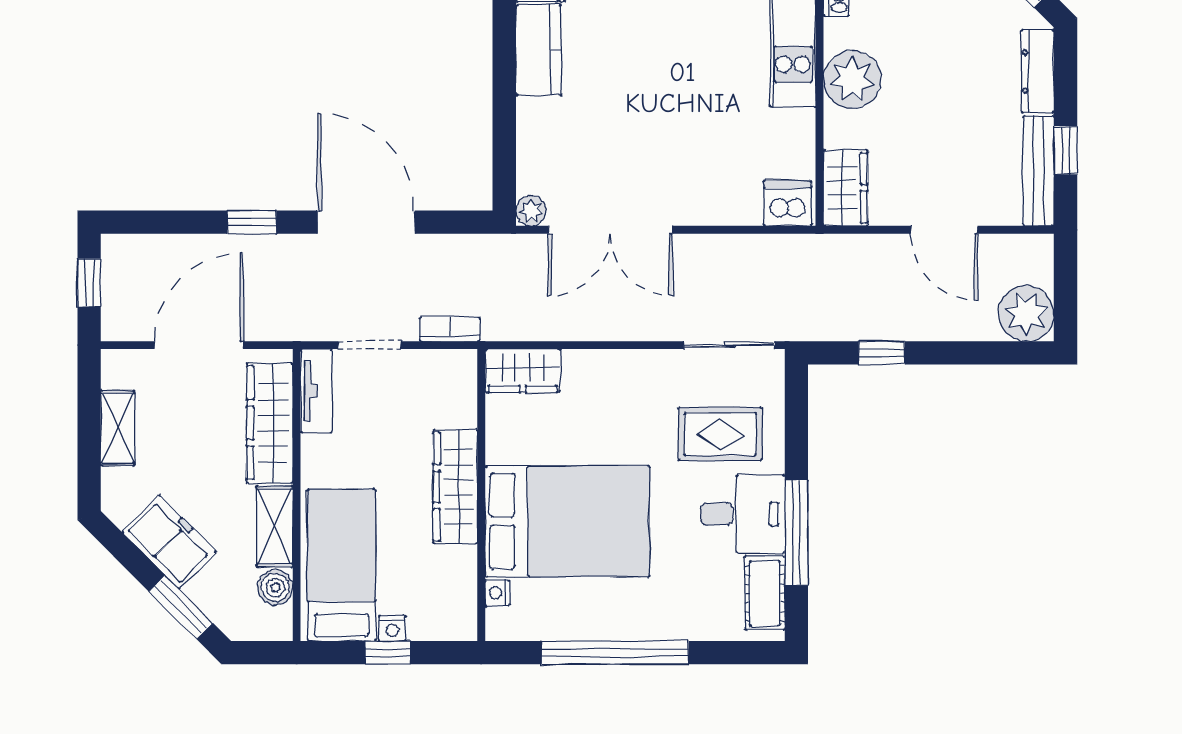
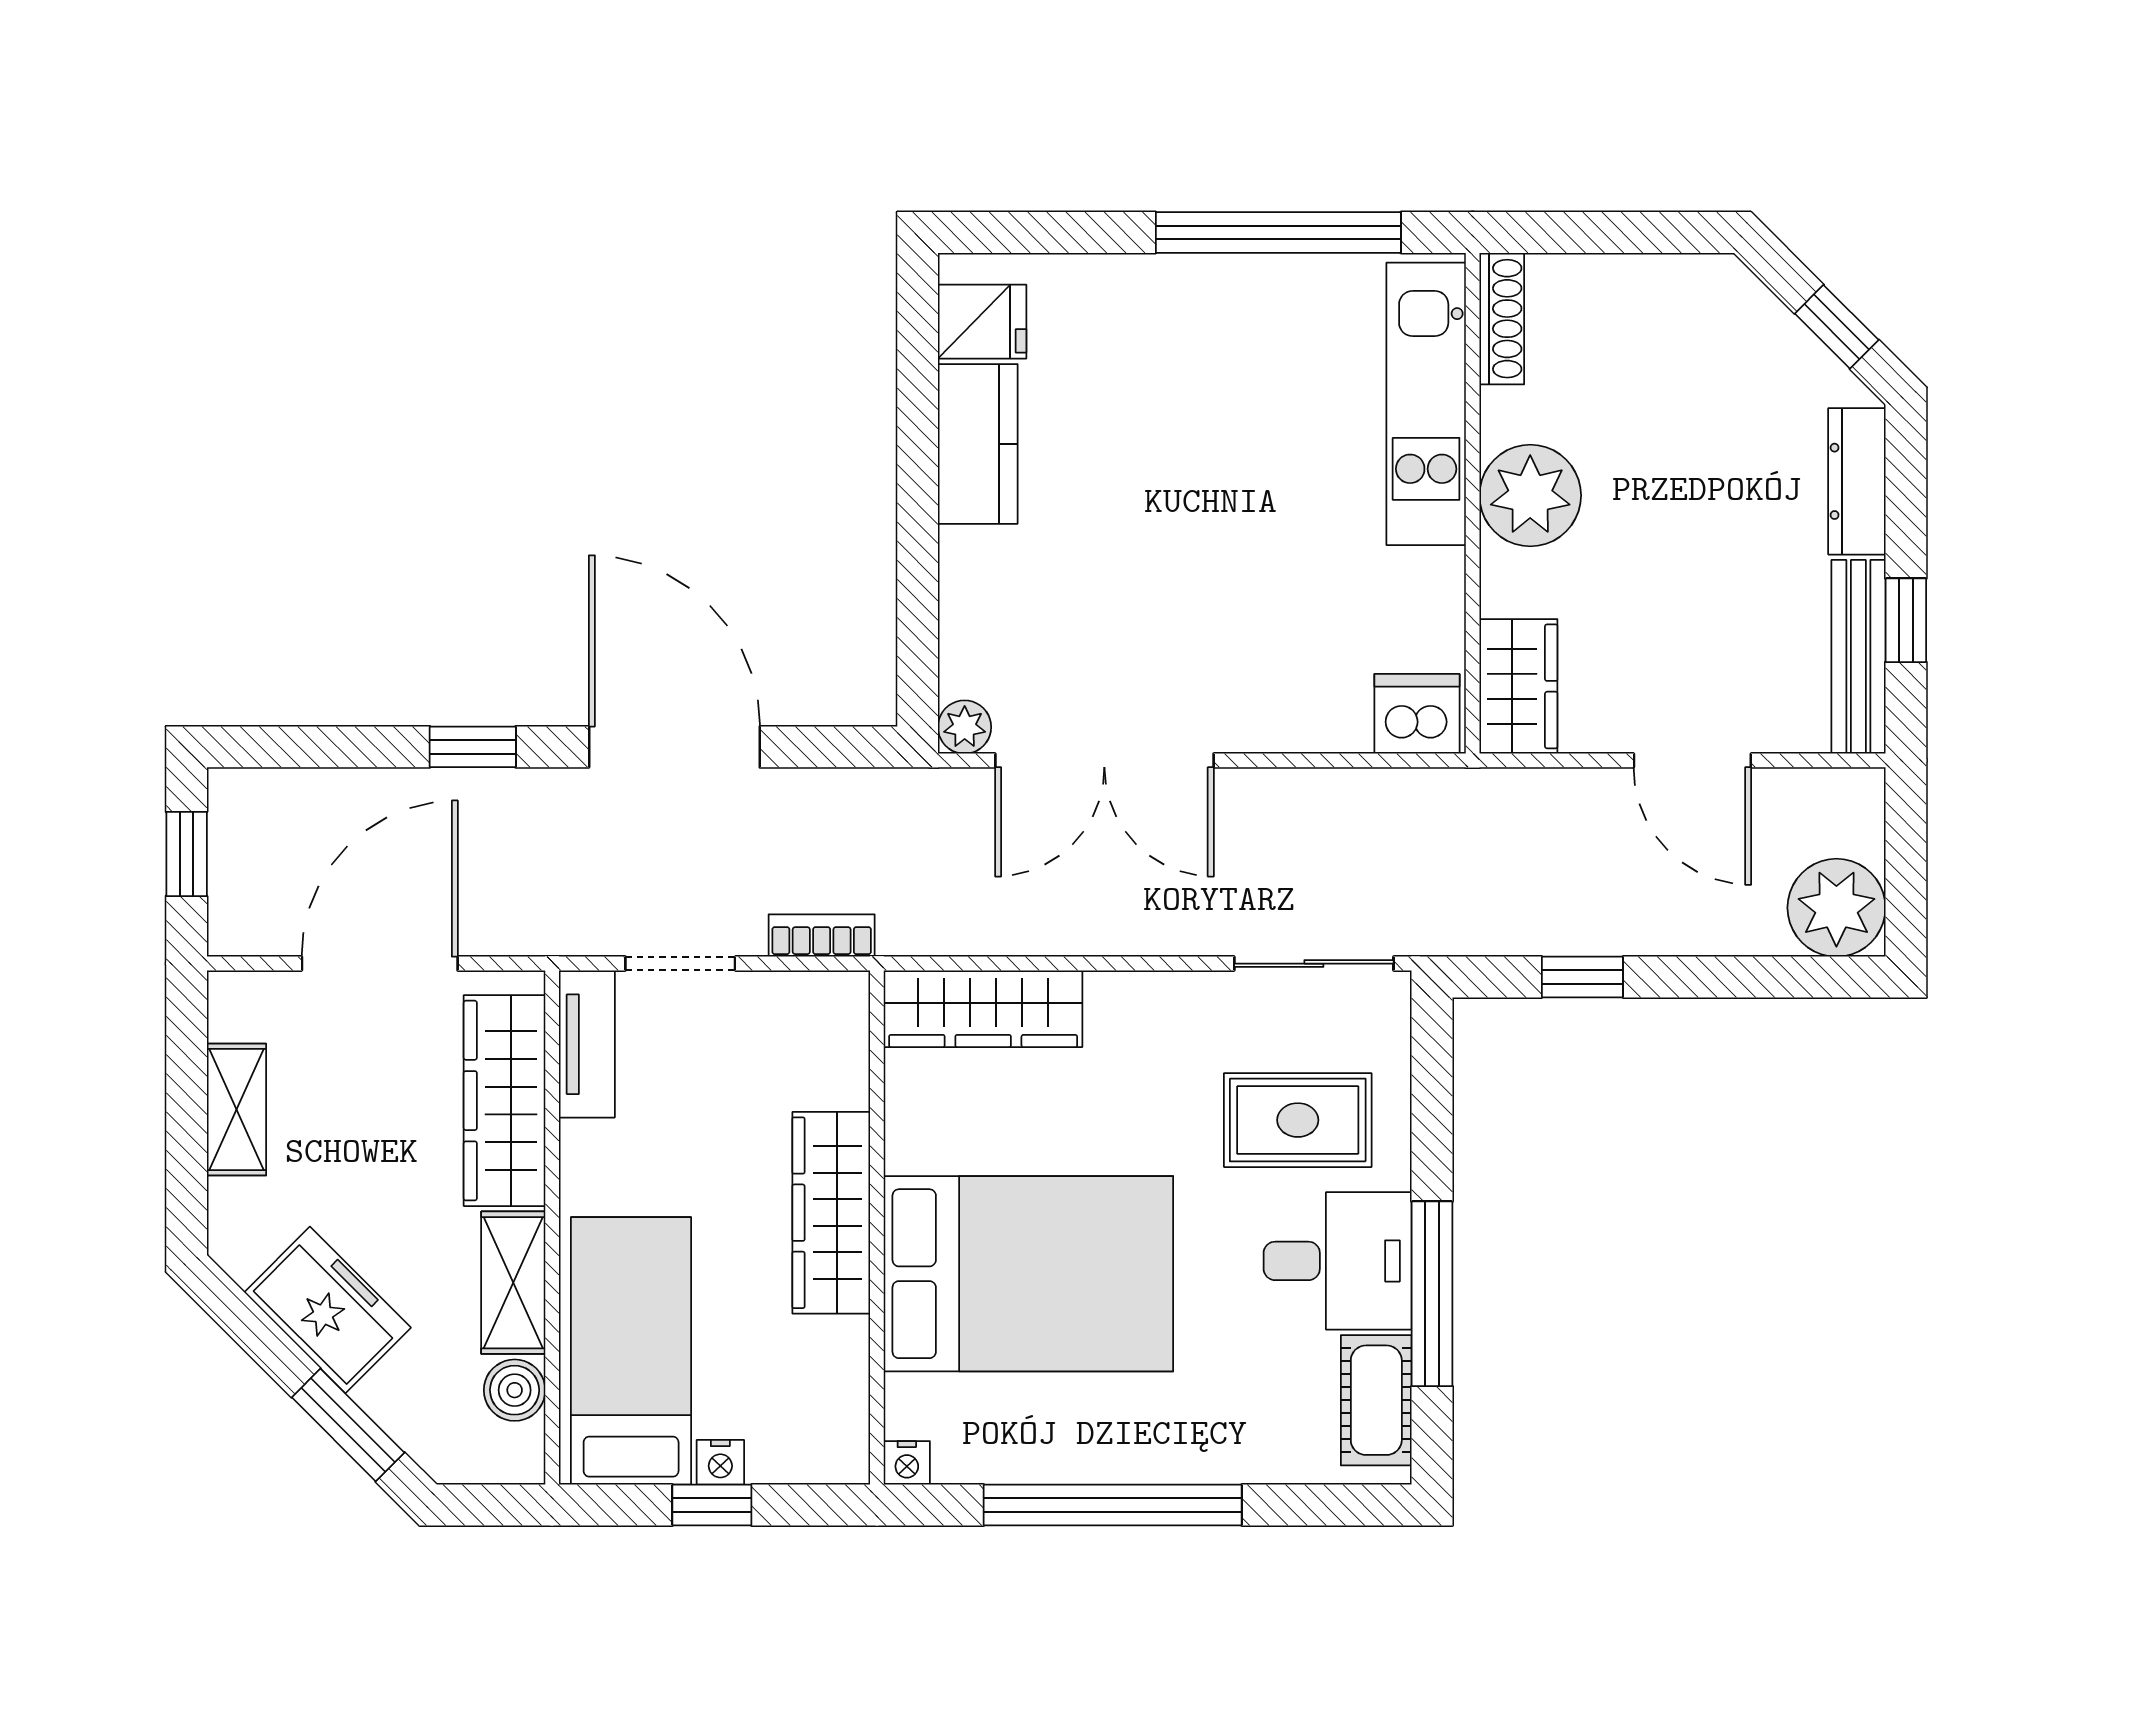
wardrobe: (523, 371) -> (983, 1009), width x1.50
nightstand: (497, 593) -> (907, 1463), moved, turned -90

